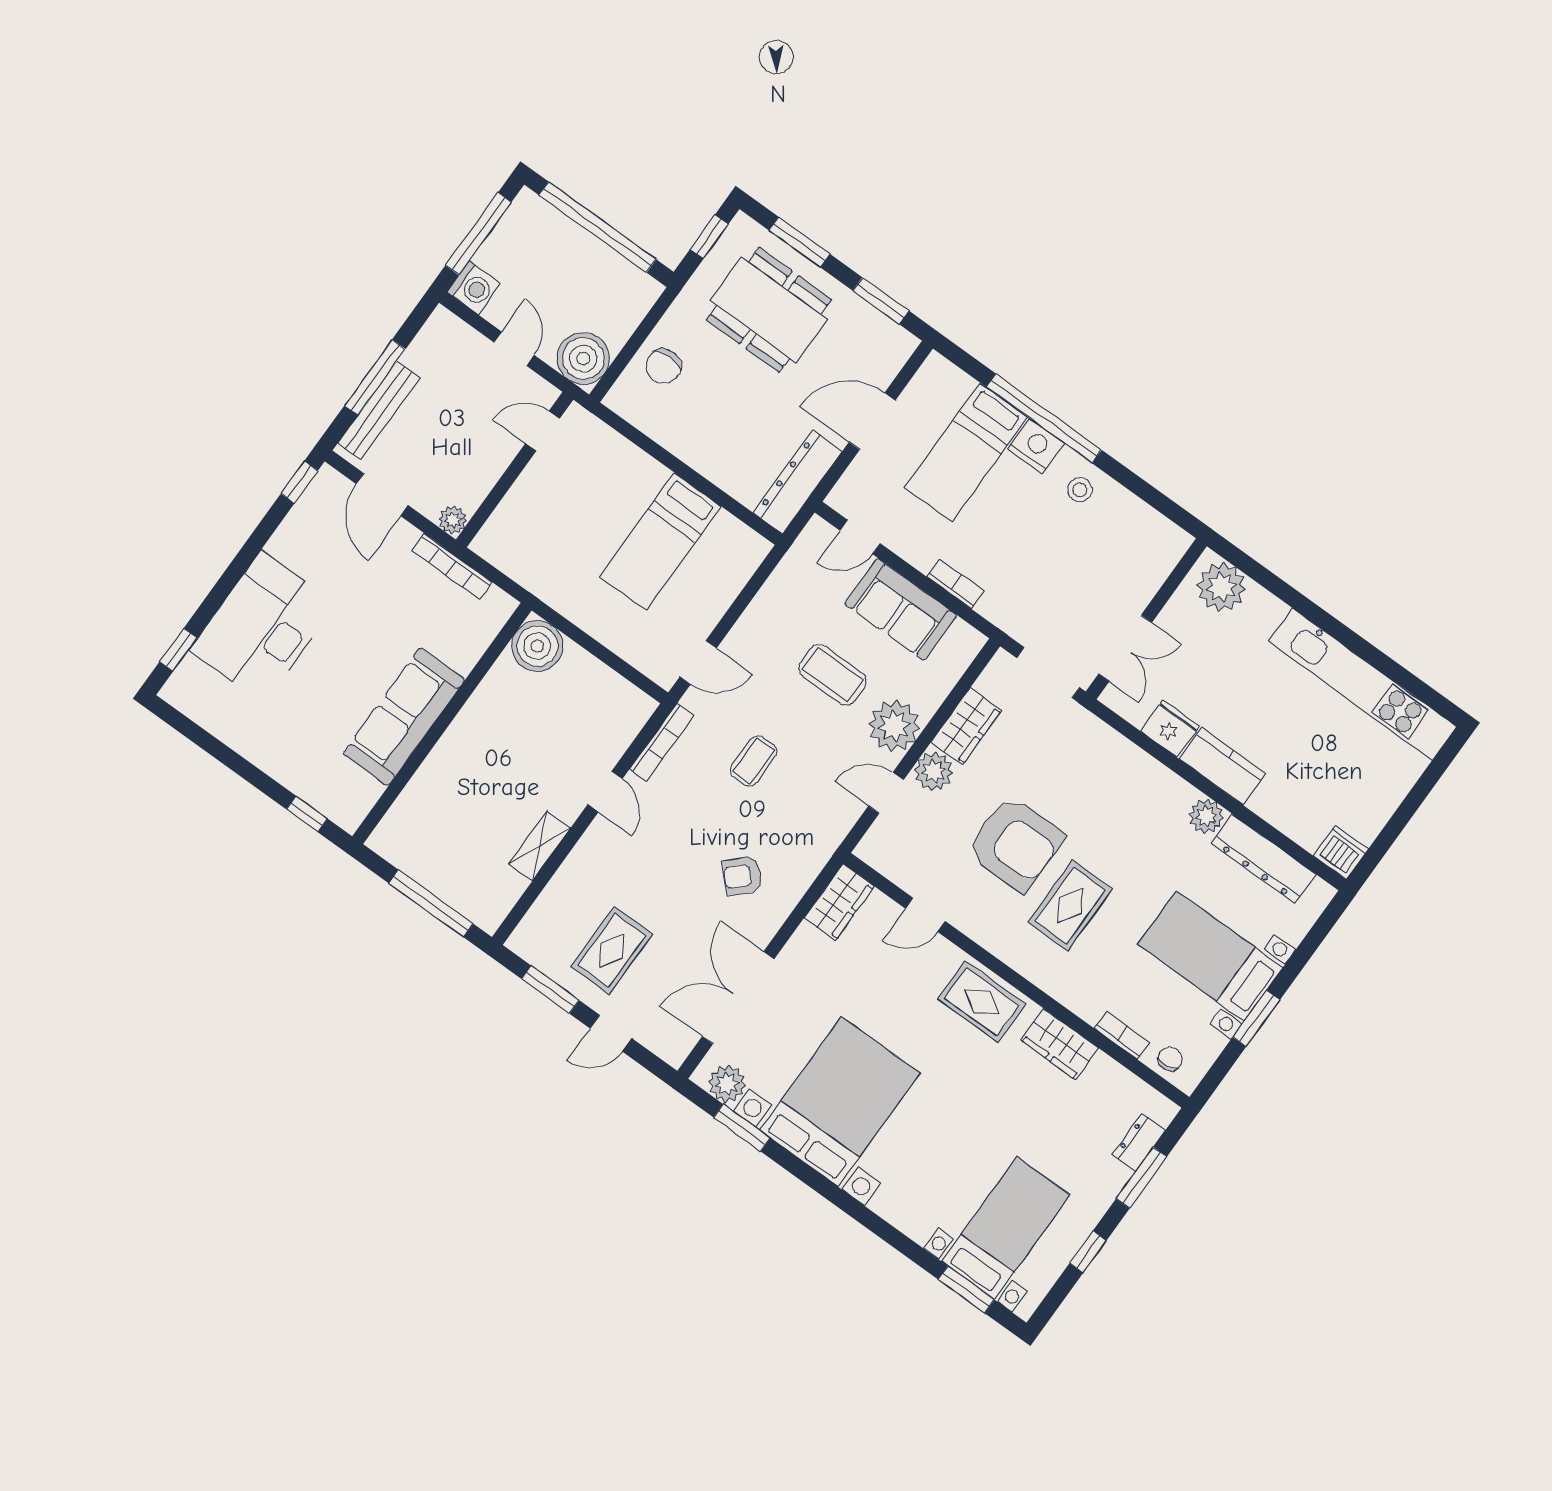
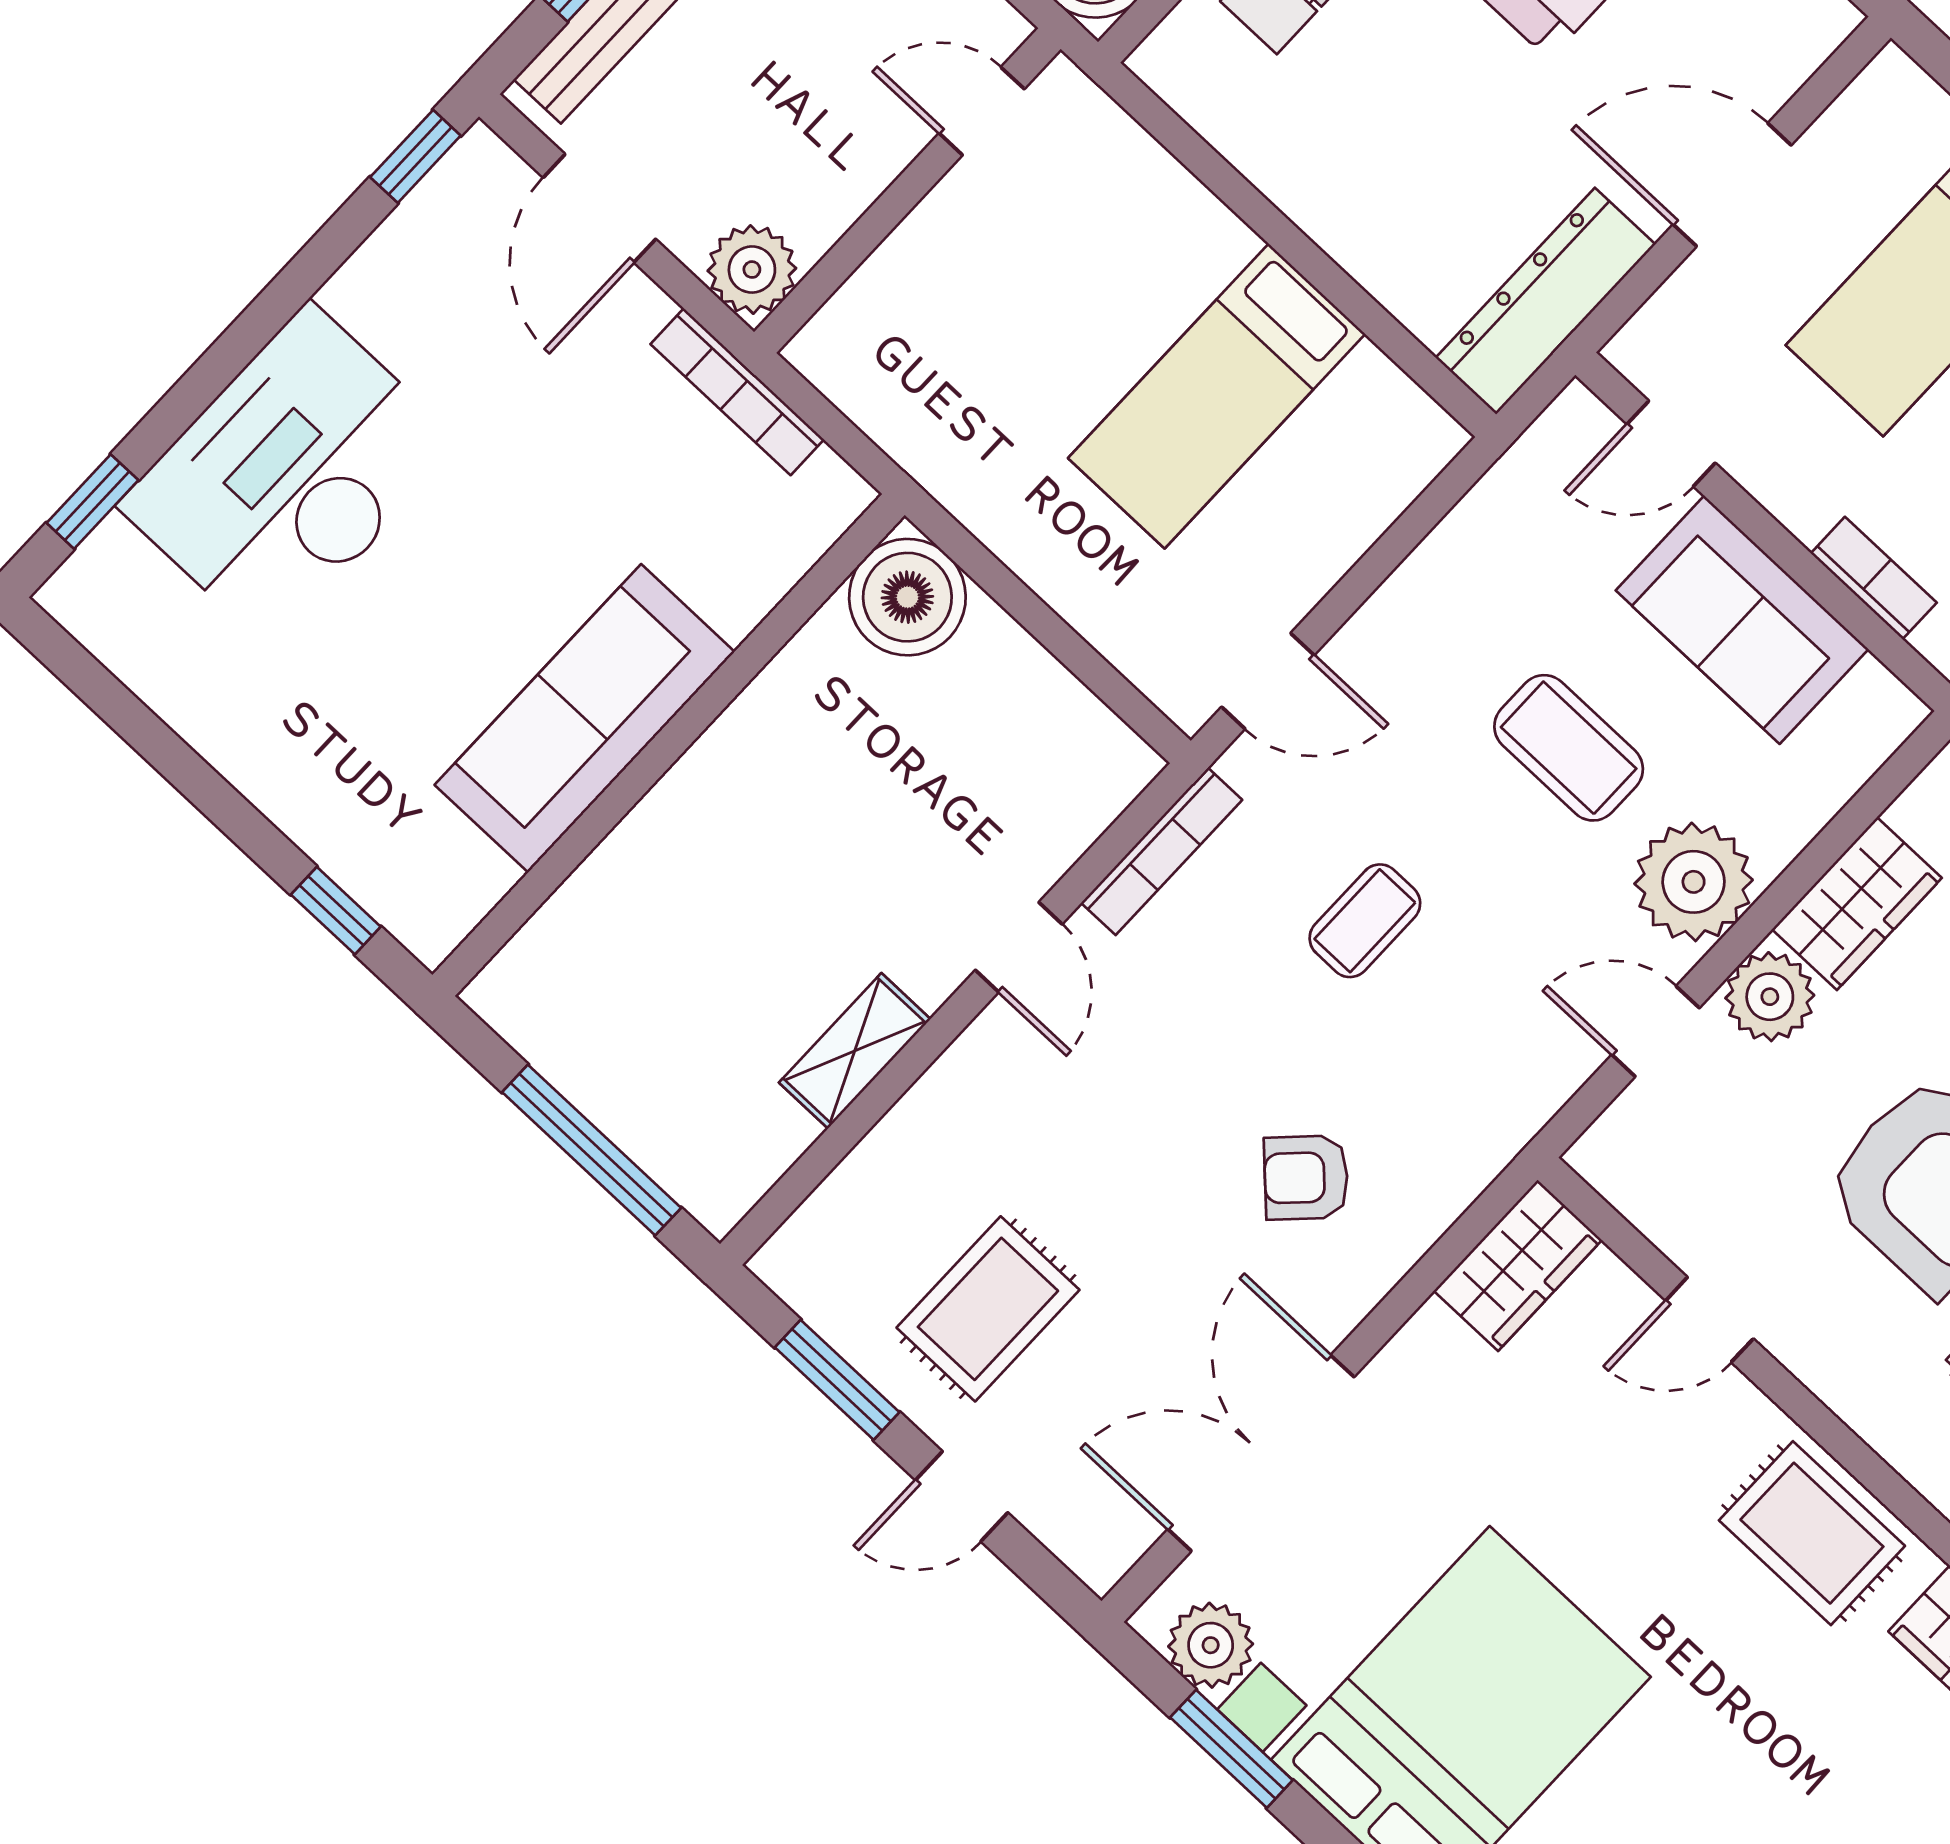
plant: (453, 520) -> (752, 270), width x1.38, depth x1.38

